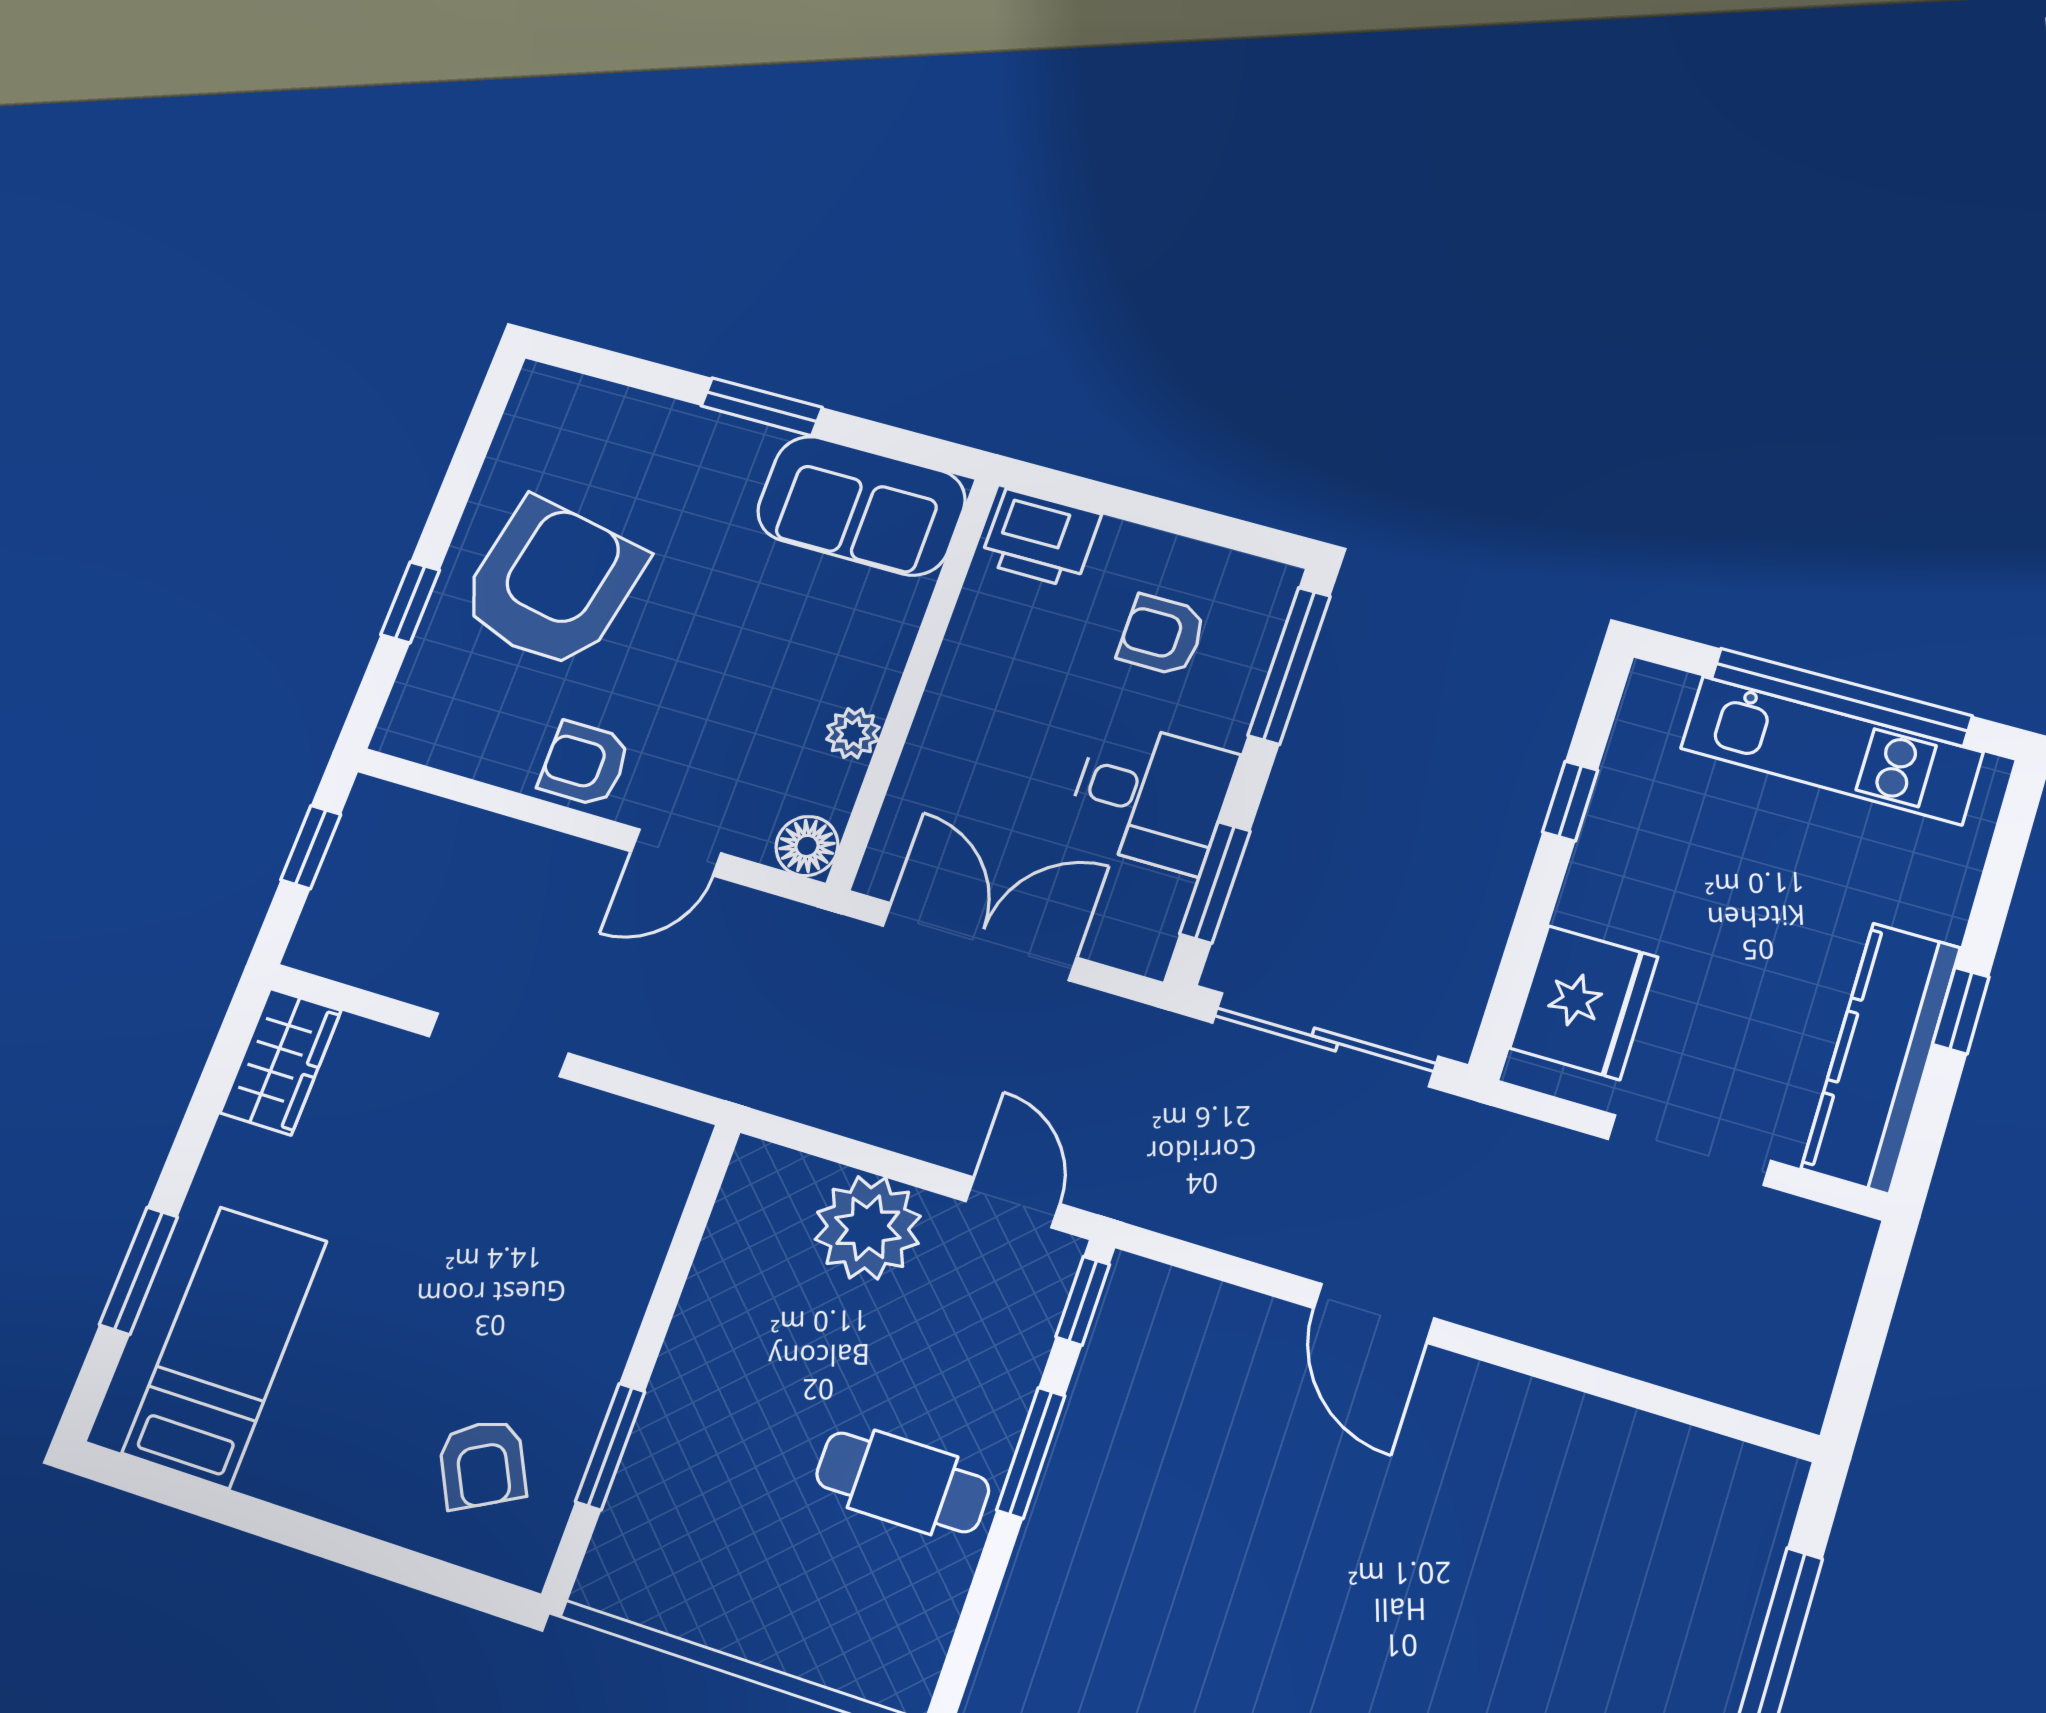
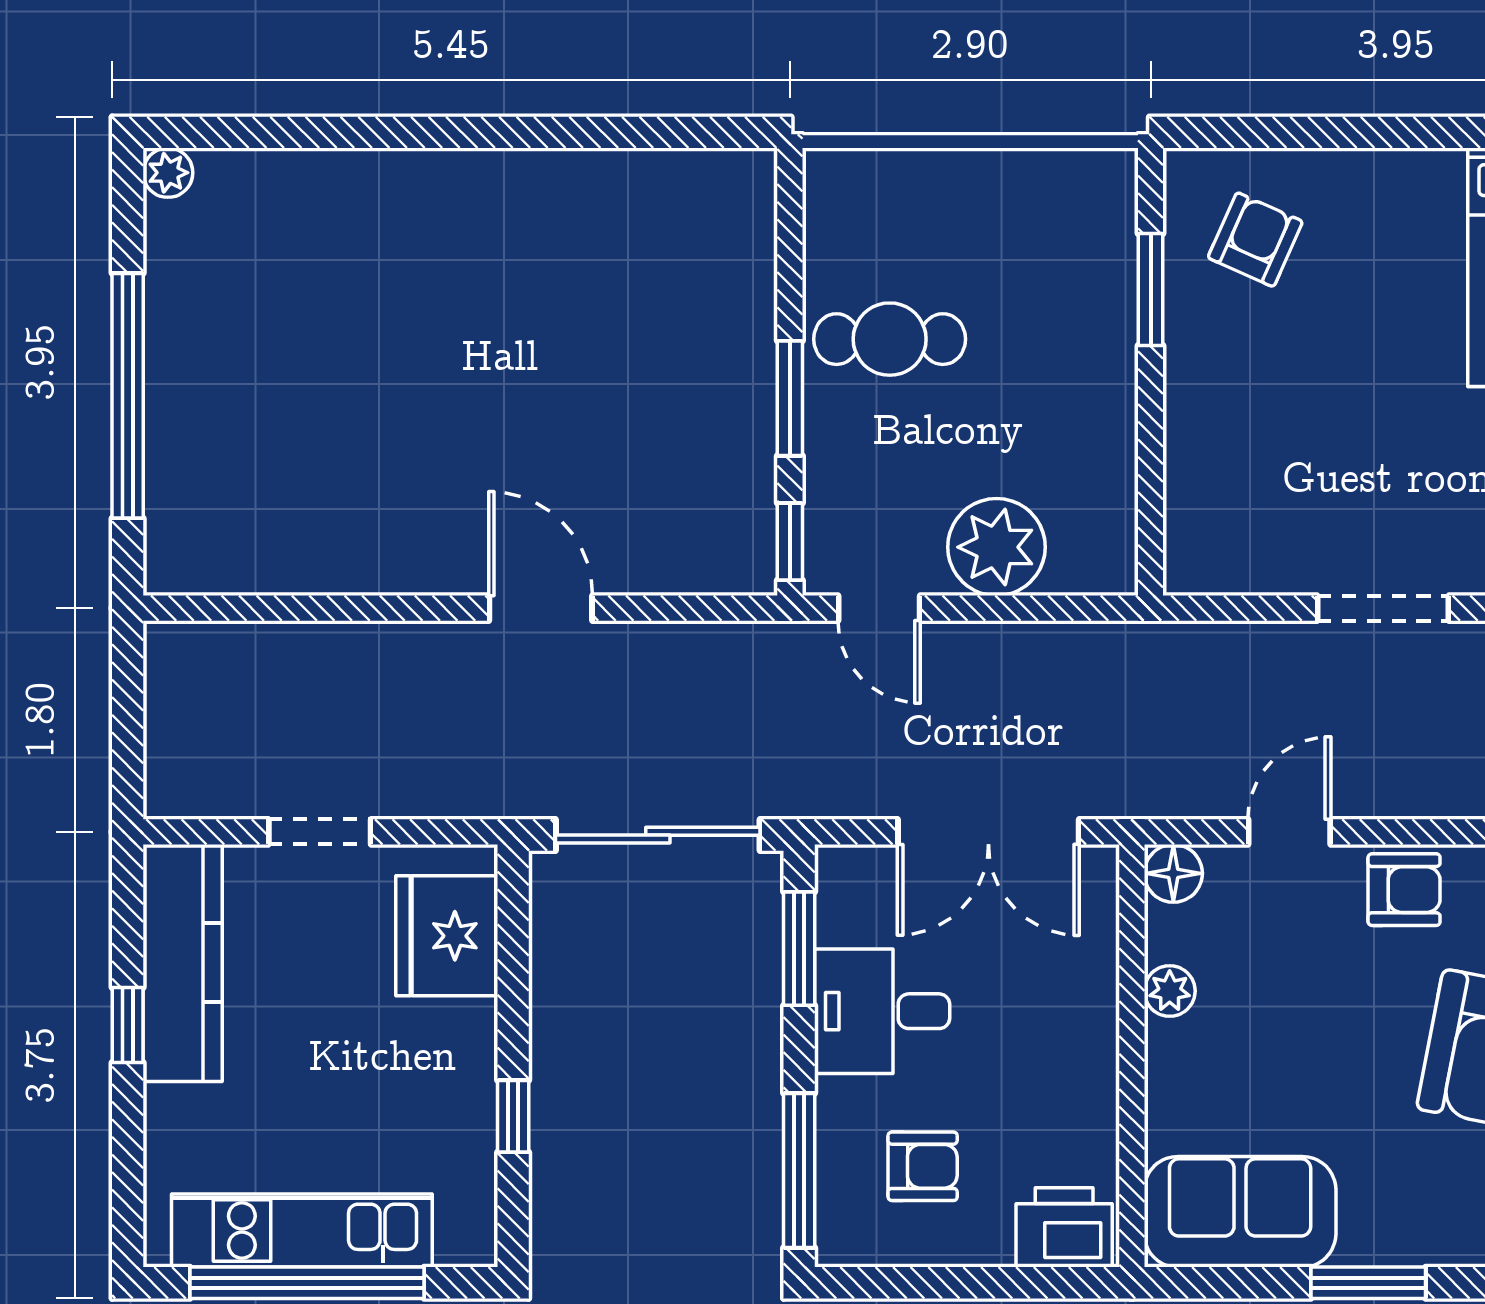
doorway: (1689, 1150) -> (320, 832), width x0.73
armchair: (483, 1464) -> (1255, 240), turned 52

